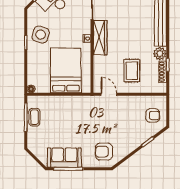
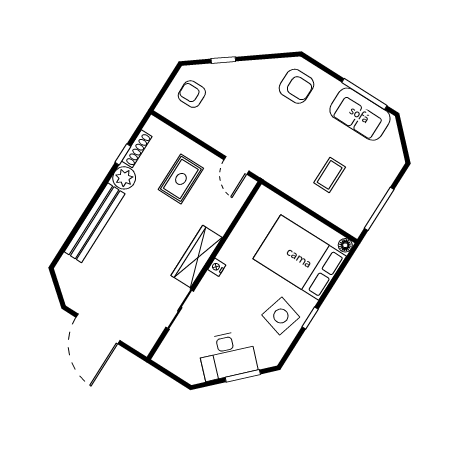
bed: (66, 71) -> (300, 257), moved, turned 90
coffee table: (34, 117) -> (330, 175), moved

